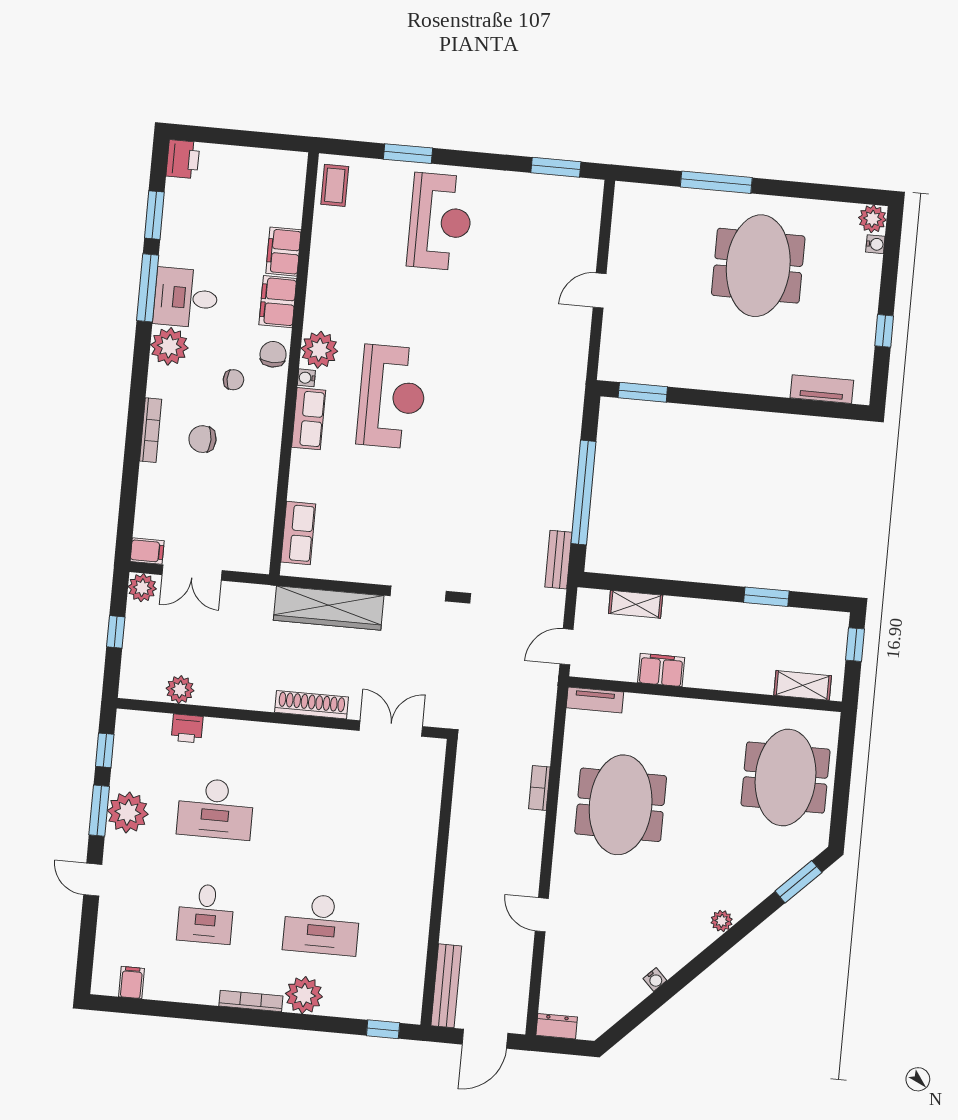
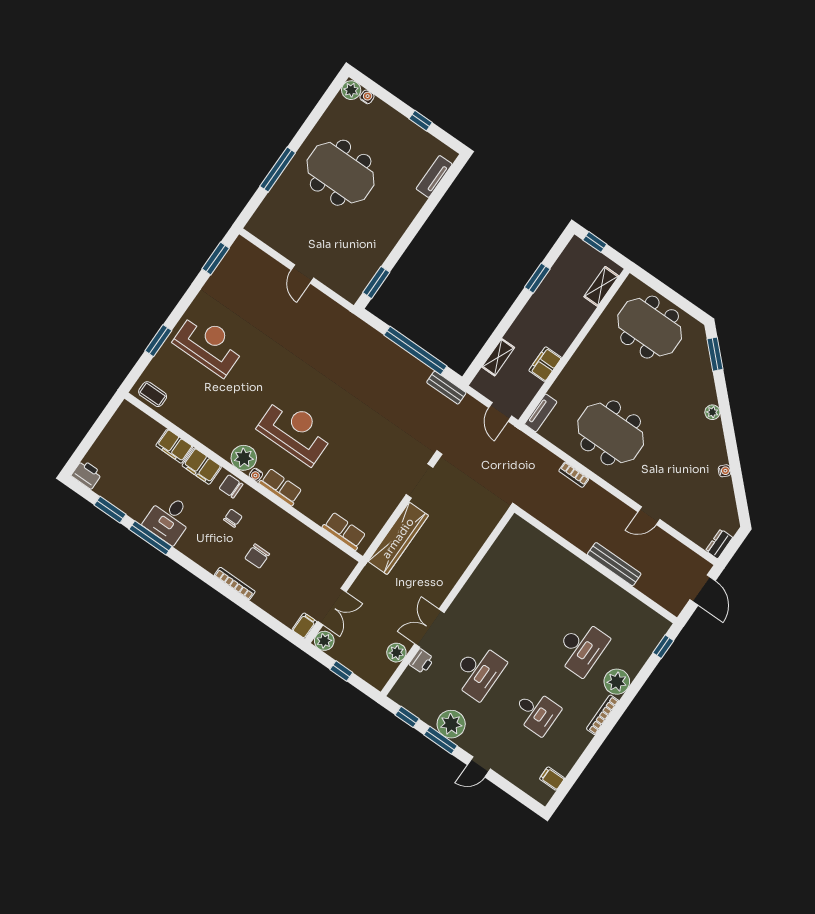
plant: (169, 346) -> (192, 545), removed
shoe rack: (312, 705) -> (449, 581), removed
double door: (391, 729) -> (429, 628), moved
bench: (446, 986) -> (614, 564), moved

